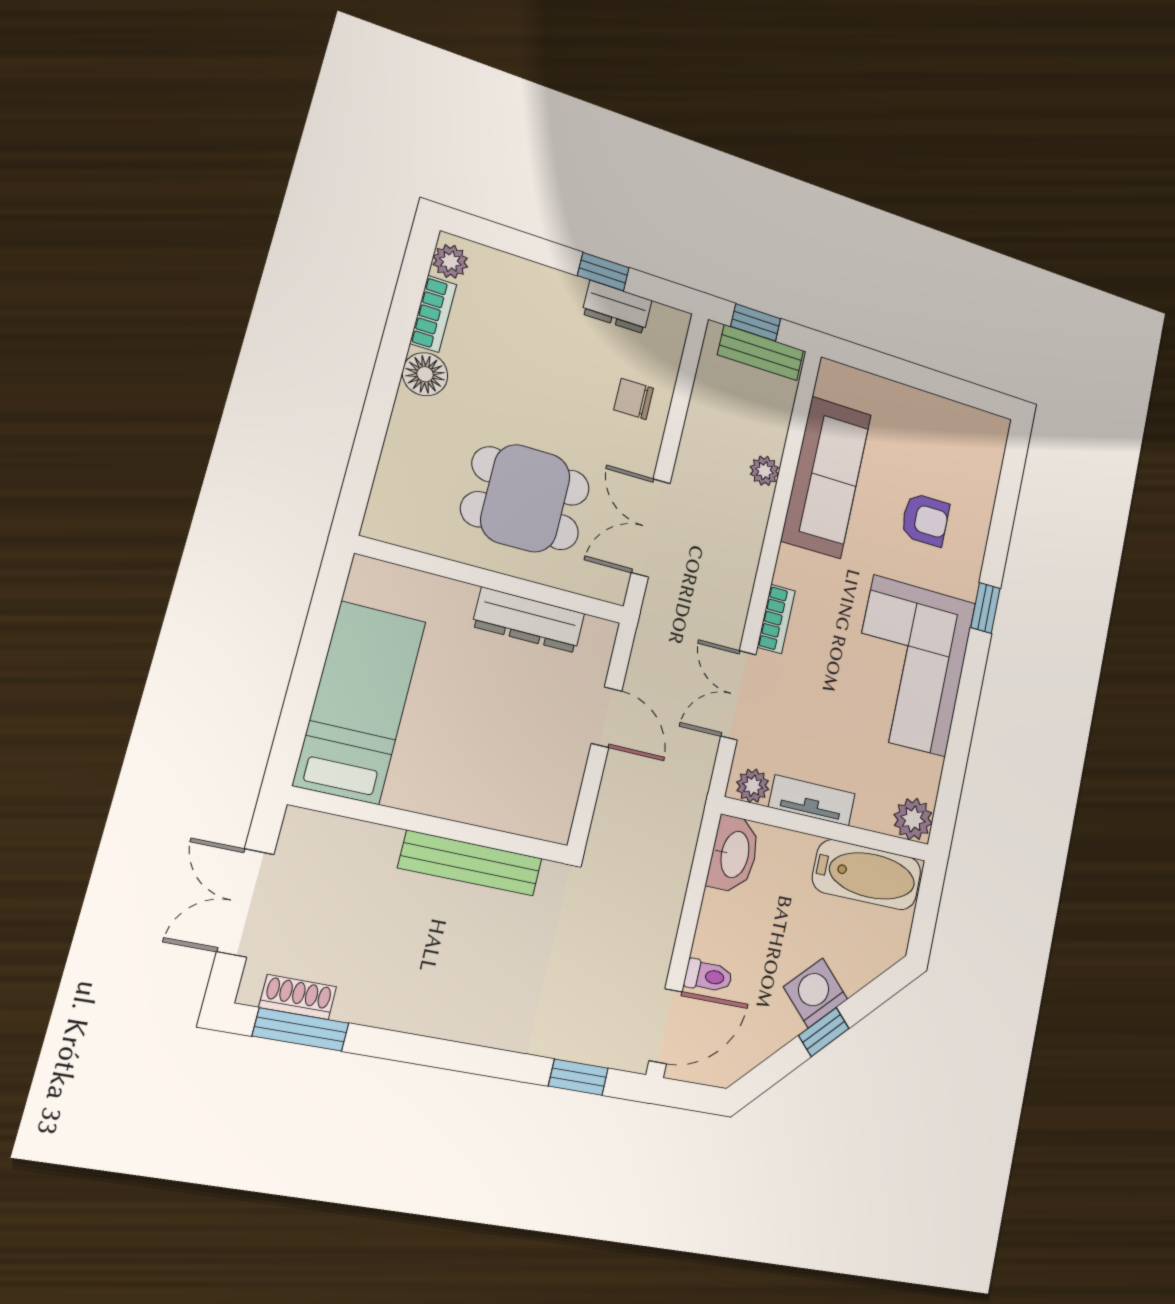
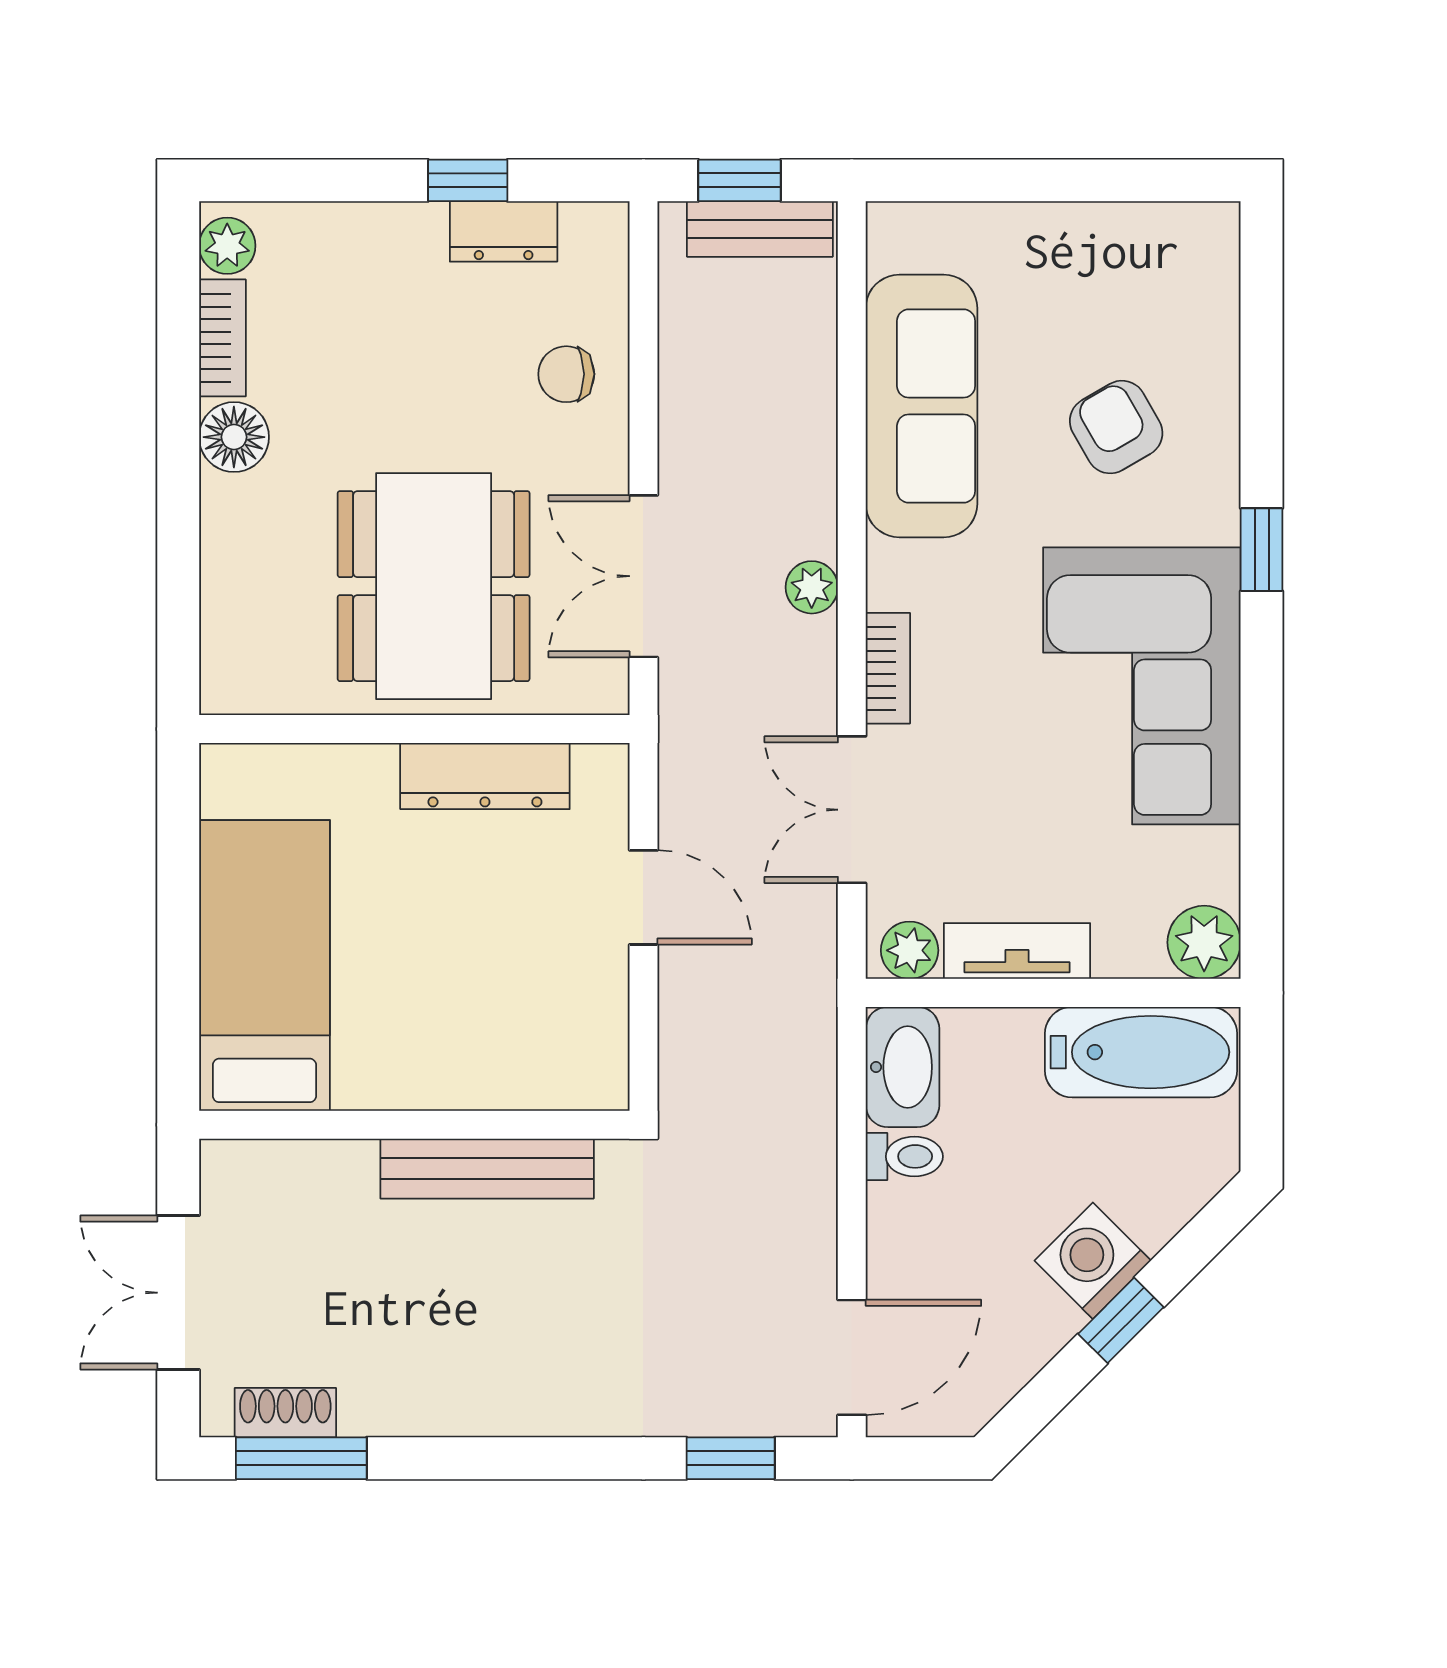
plant: (764, 471) -> (812, 587), moved
dining table: (525, 498) -> (434, 586), width x1.38
armchair: (925, 520) -> (1116, 427), turned -120
toilet: (708, 976) -> (904, 1156), moved

